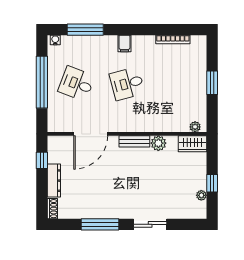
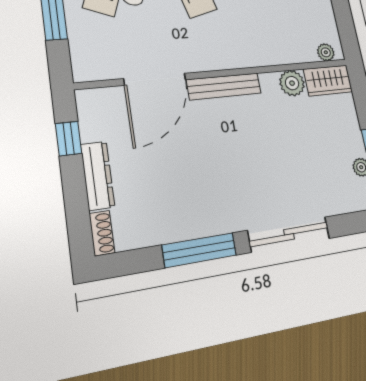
bench: (134, 141) -> (224, 86), width x1.36
plant: (158, 143) -> (292, 83), moved
sliding door: (150, 224) -> (289, 234), width x1.37

